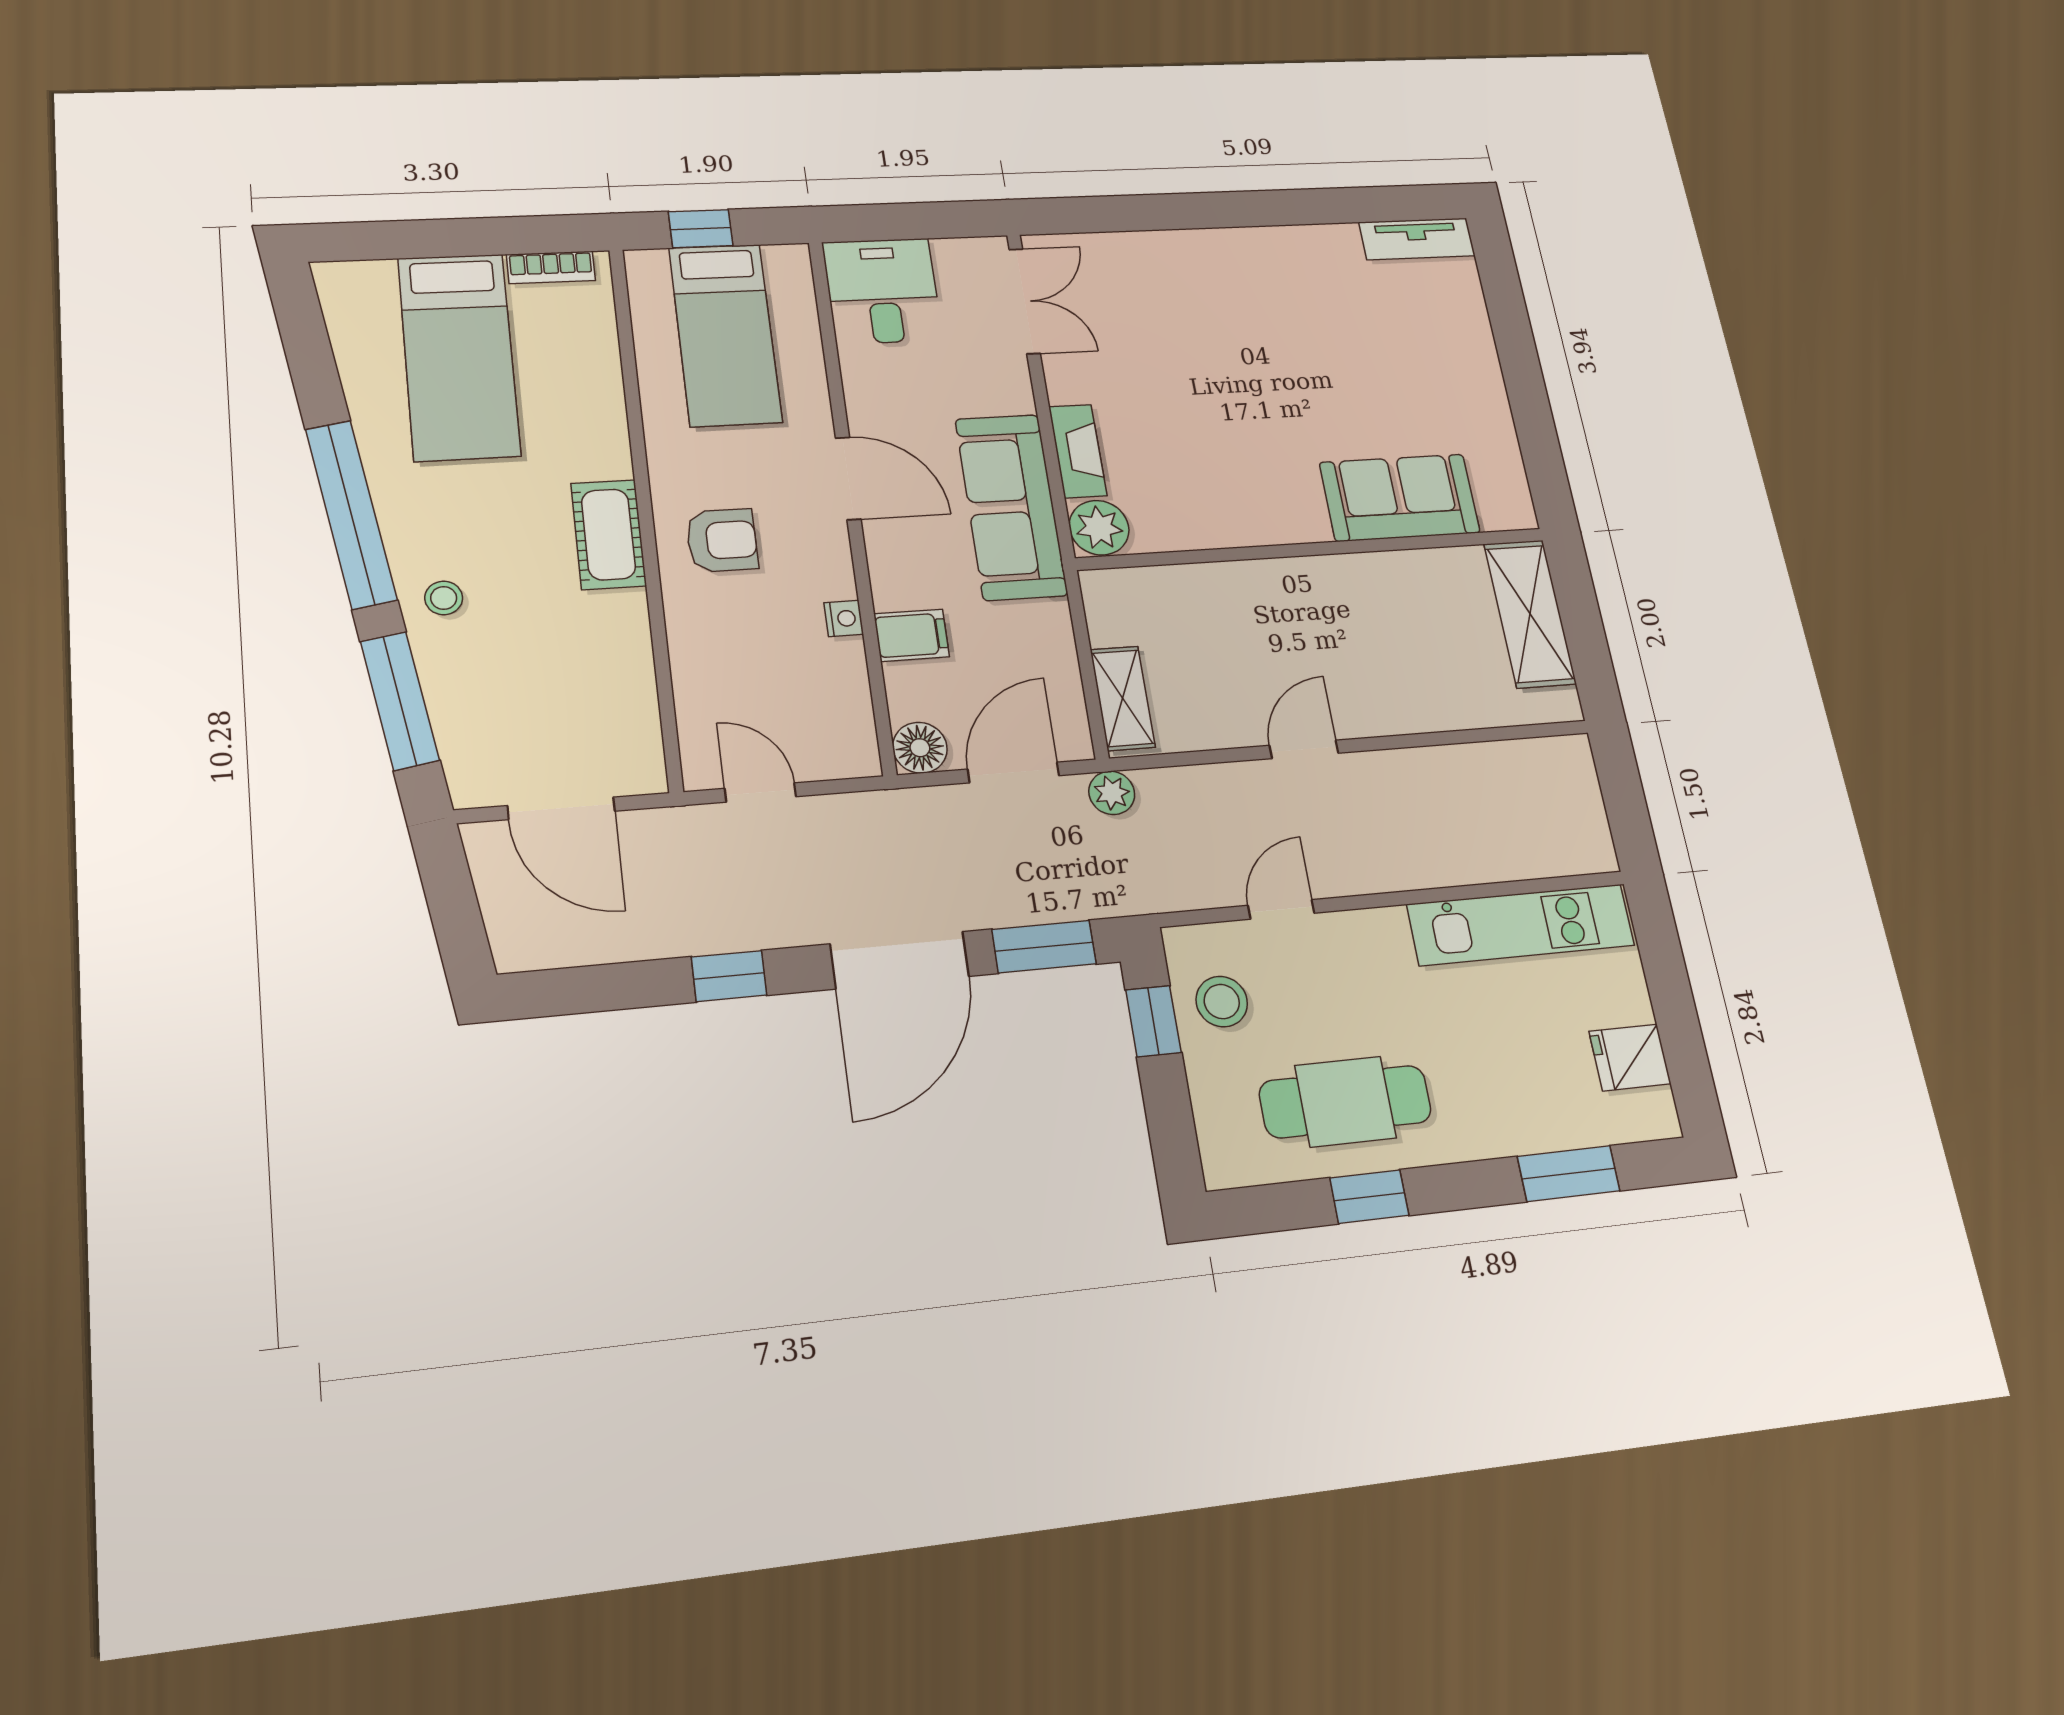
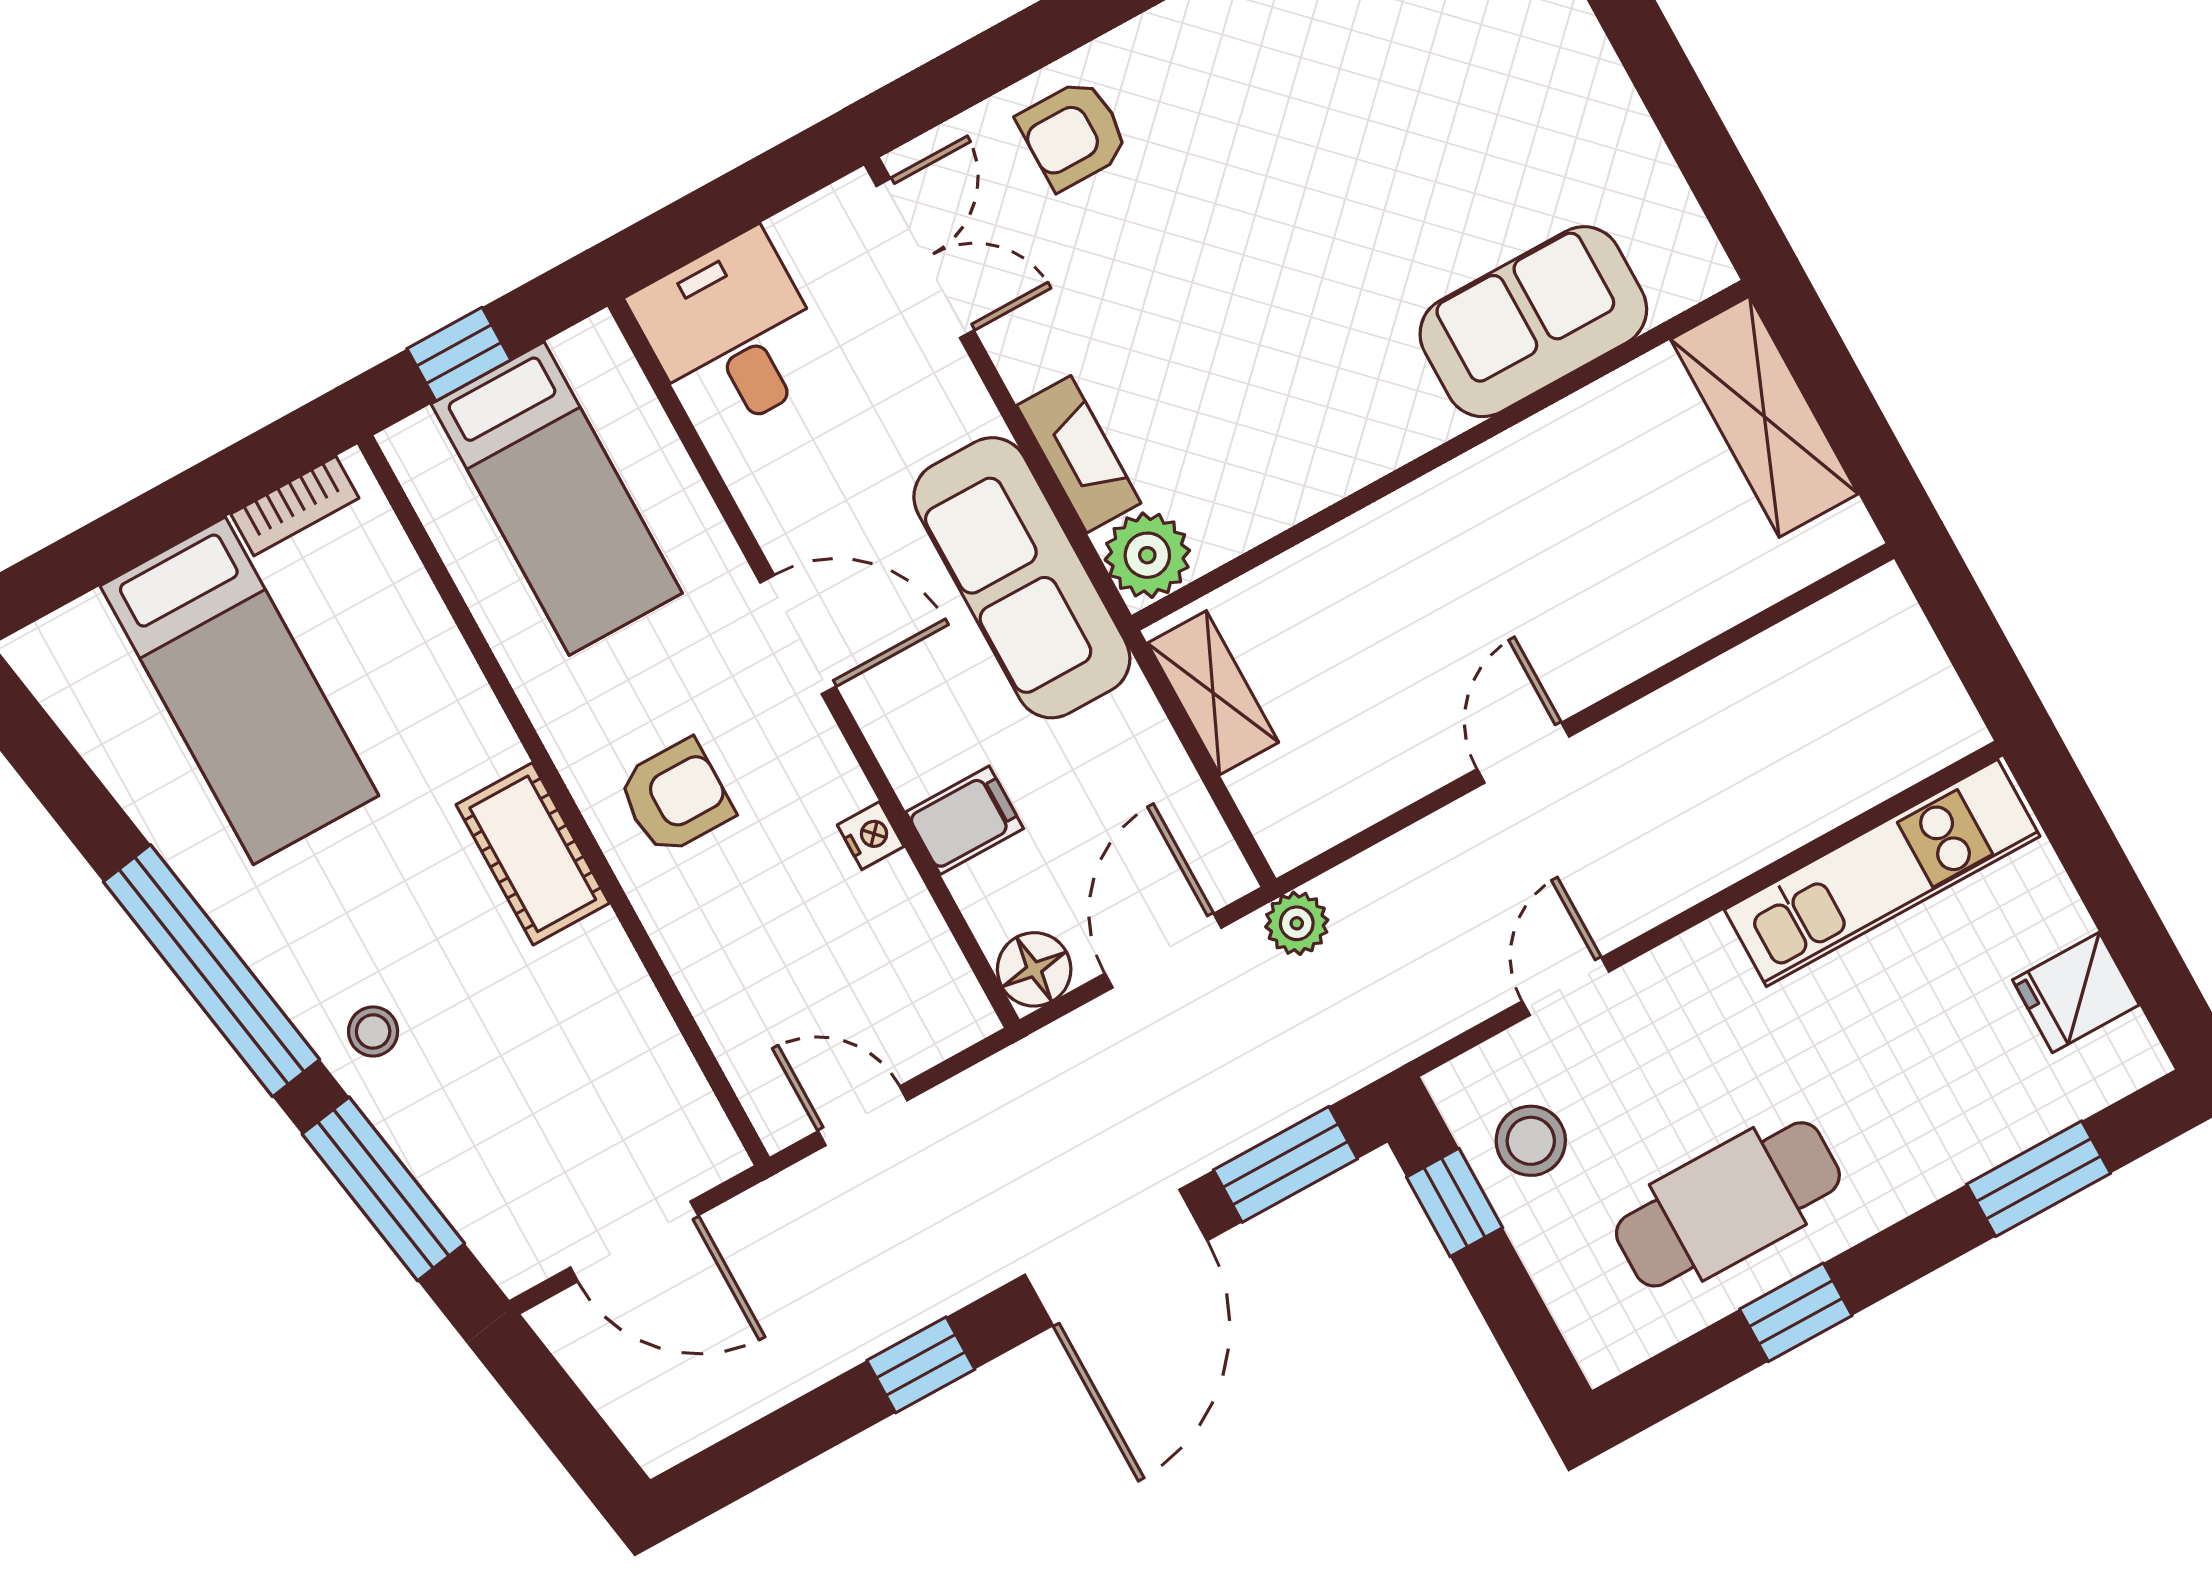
armchair: (1147, 274) -> (1073, 134), added
shelving: (1123, 698) -> (1213, 693), moved

